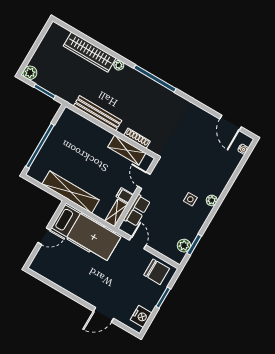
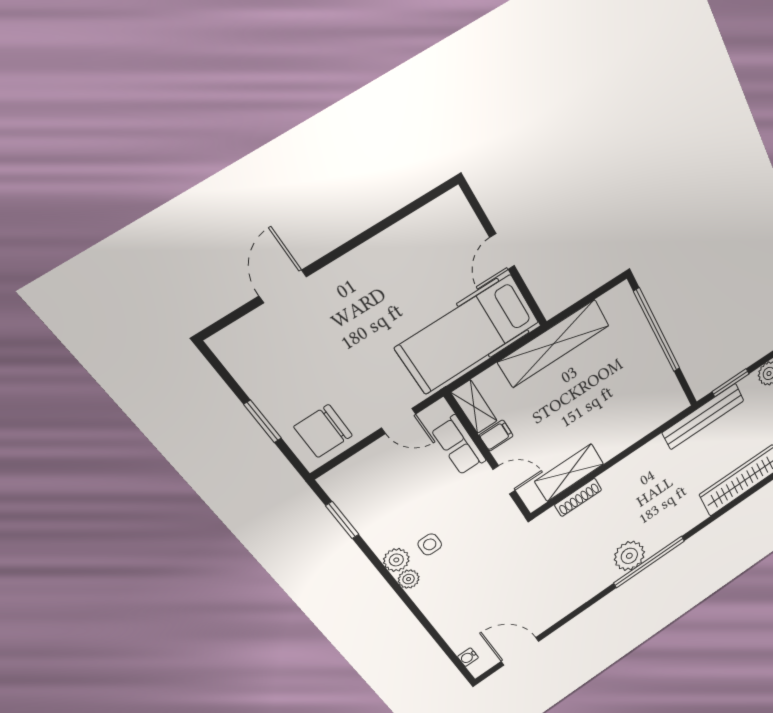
plant: (119, 65) -> (629, 556), moved, width x1.88, depth x1.88
bench: (98, 113) -> (703, 417), moved
plant: (184, 246) -> (396, 560), moved
nightstand: (141, 316) -> (242, 361), removed

